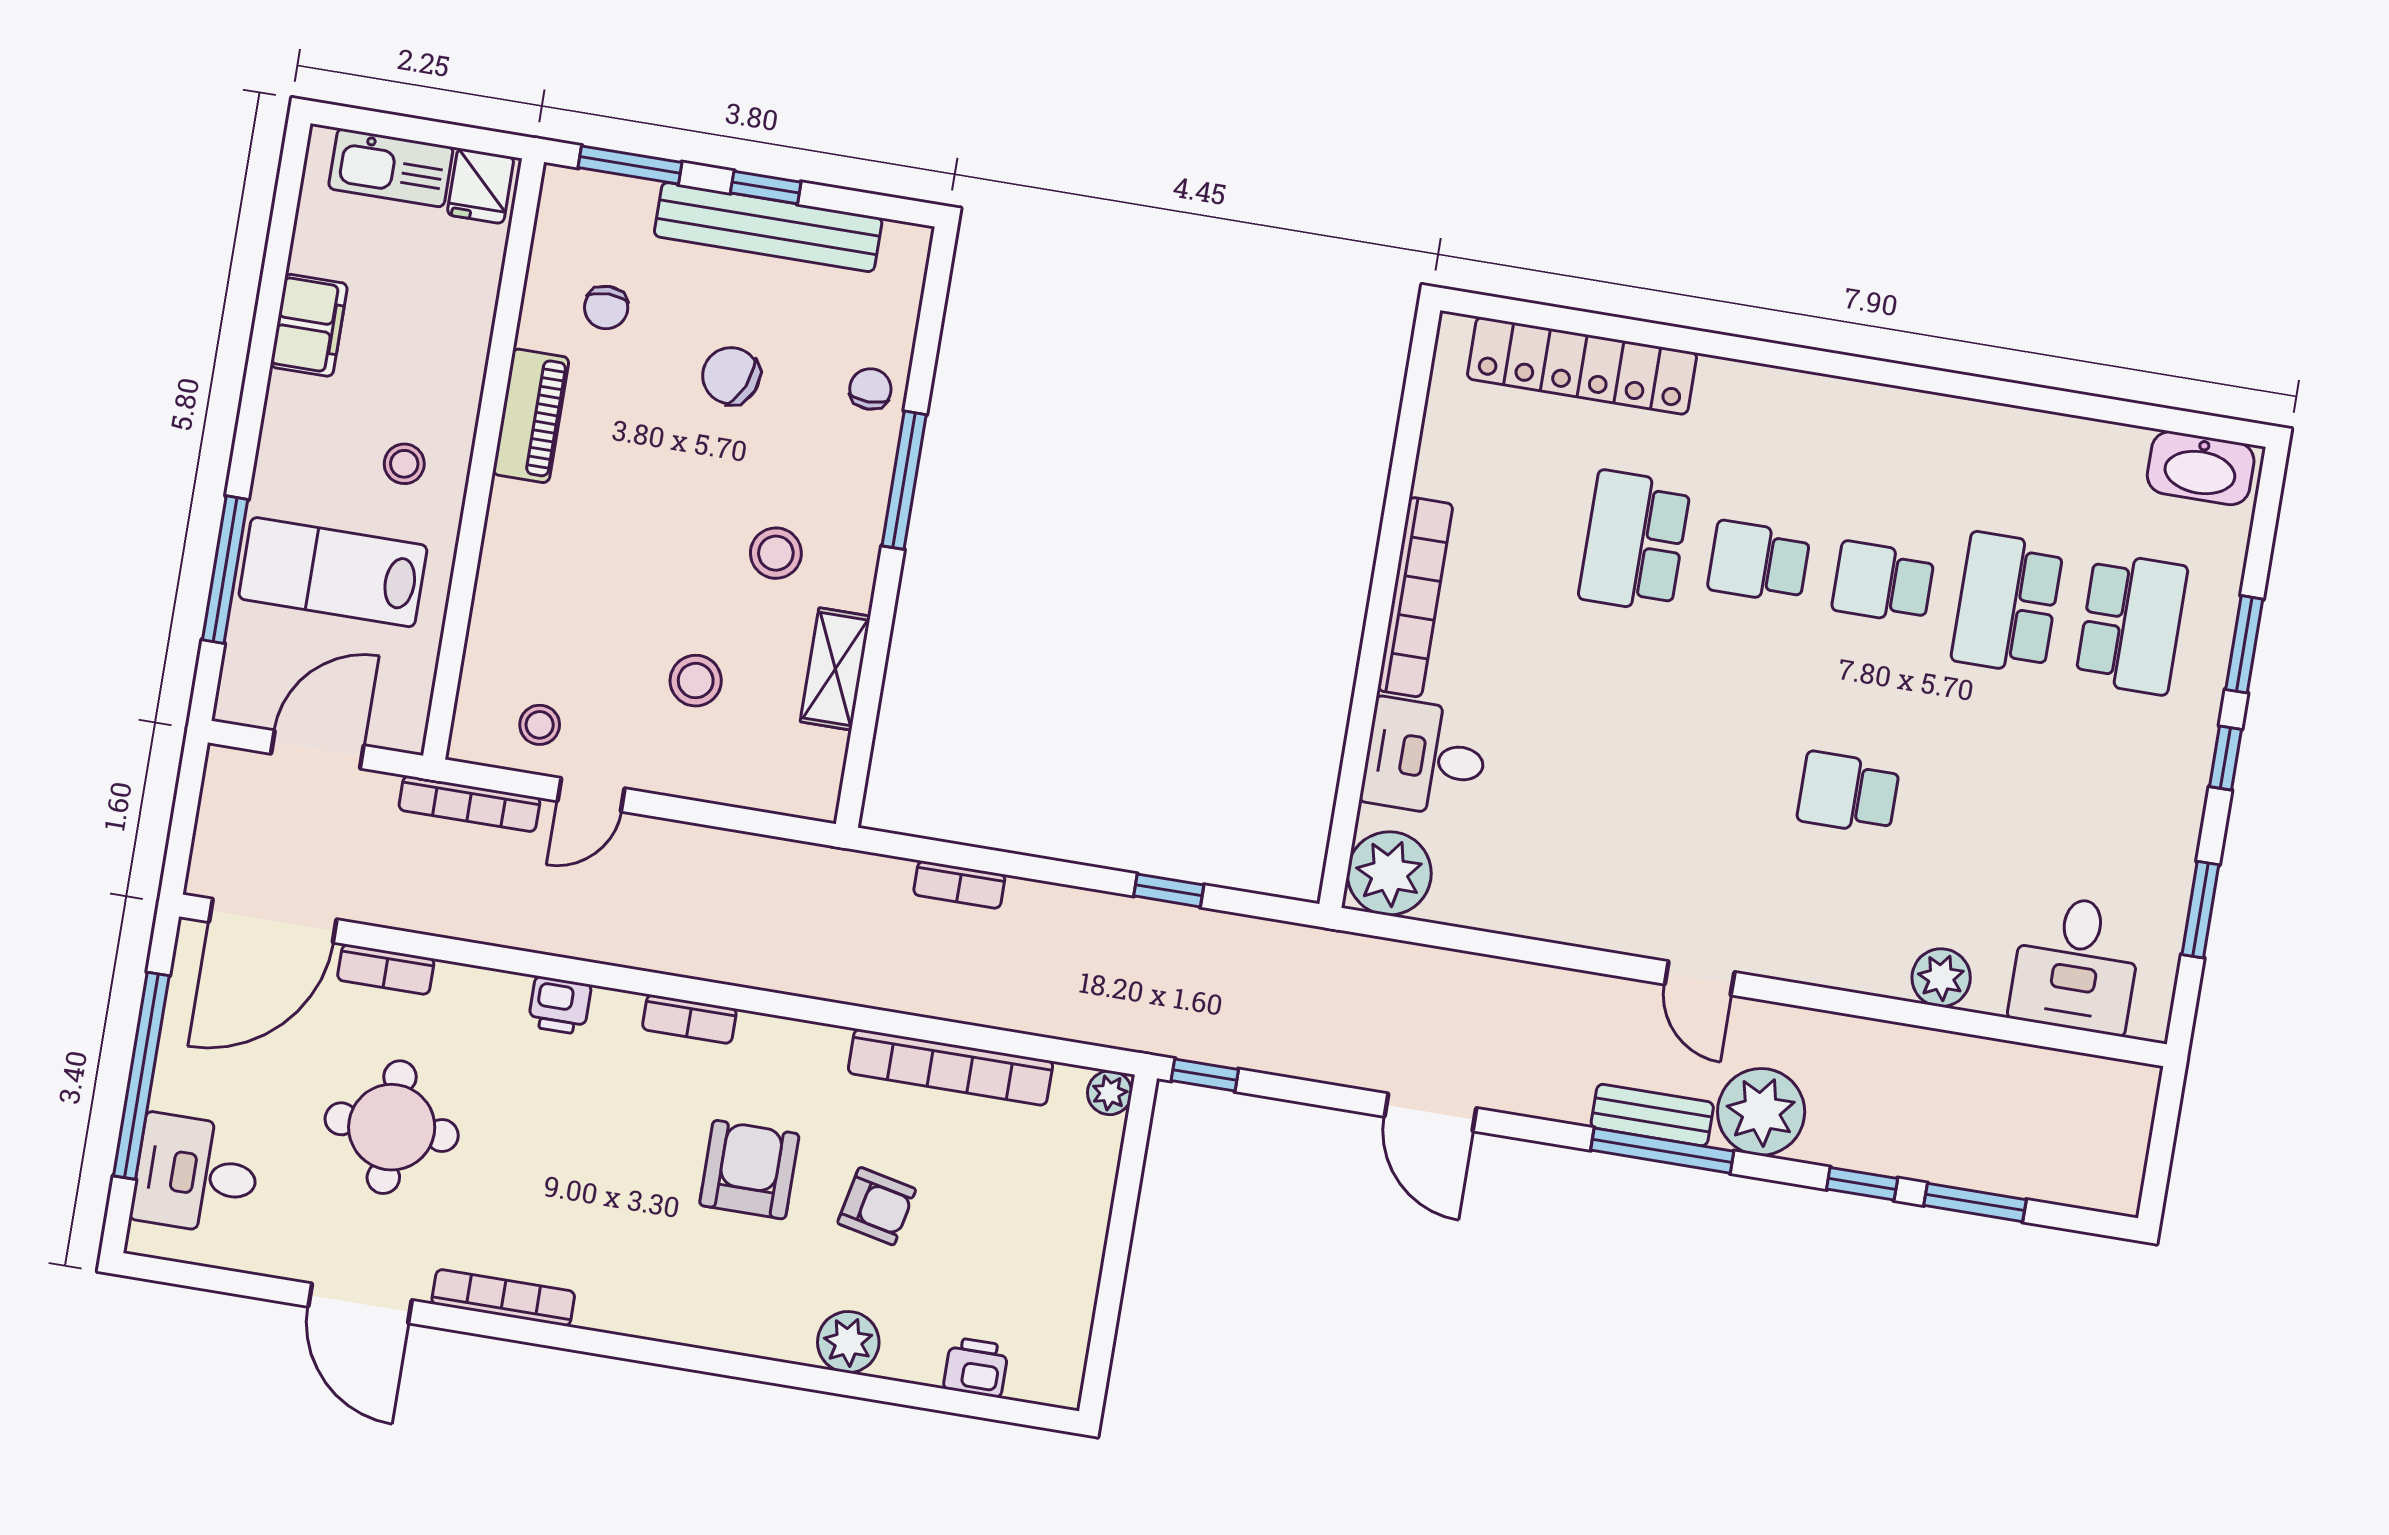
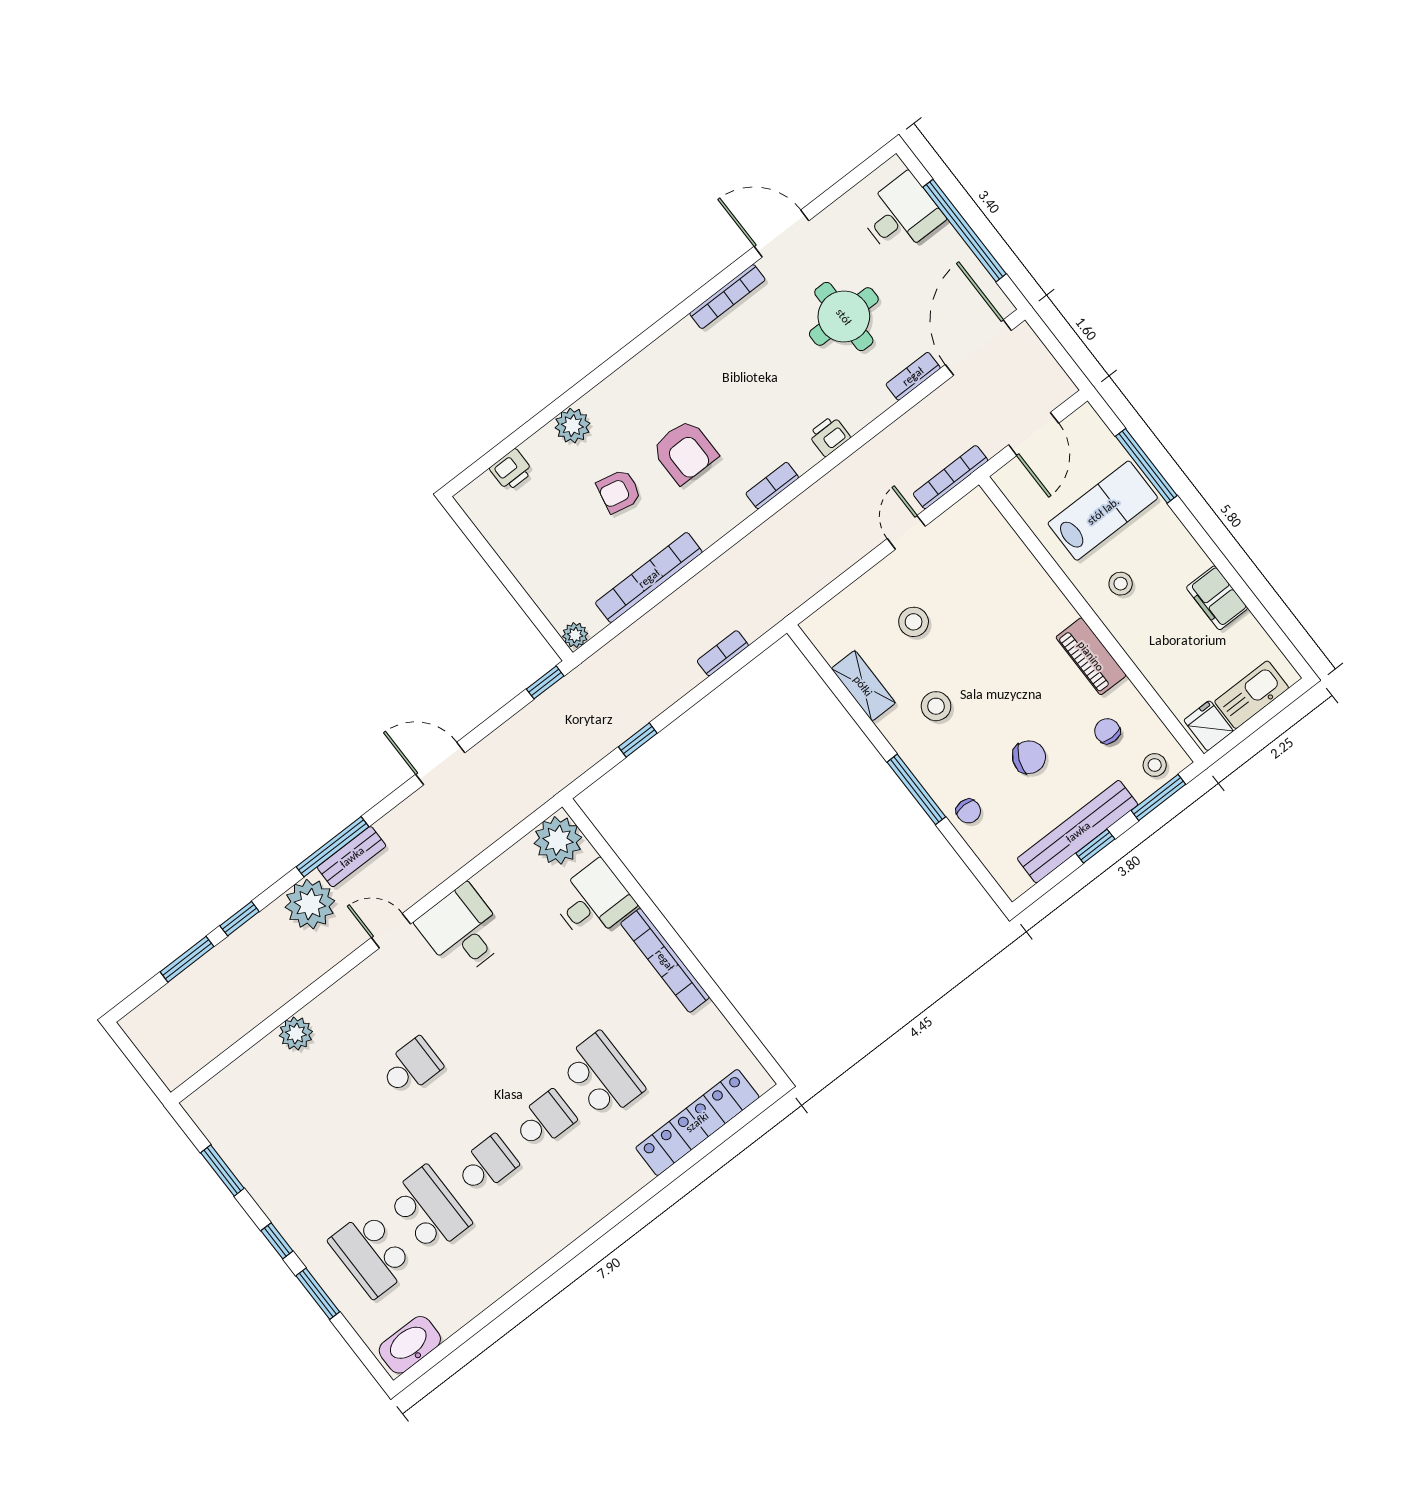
stool: (540, 725) -> (1155, 765), moved
desk: (2076, 964) -> (463, 931), moved

